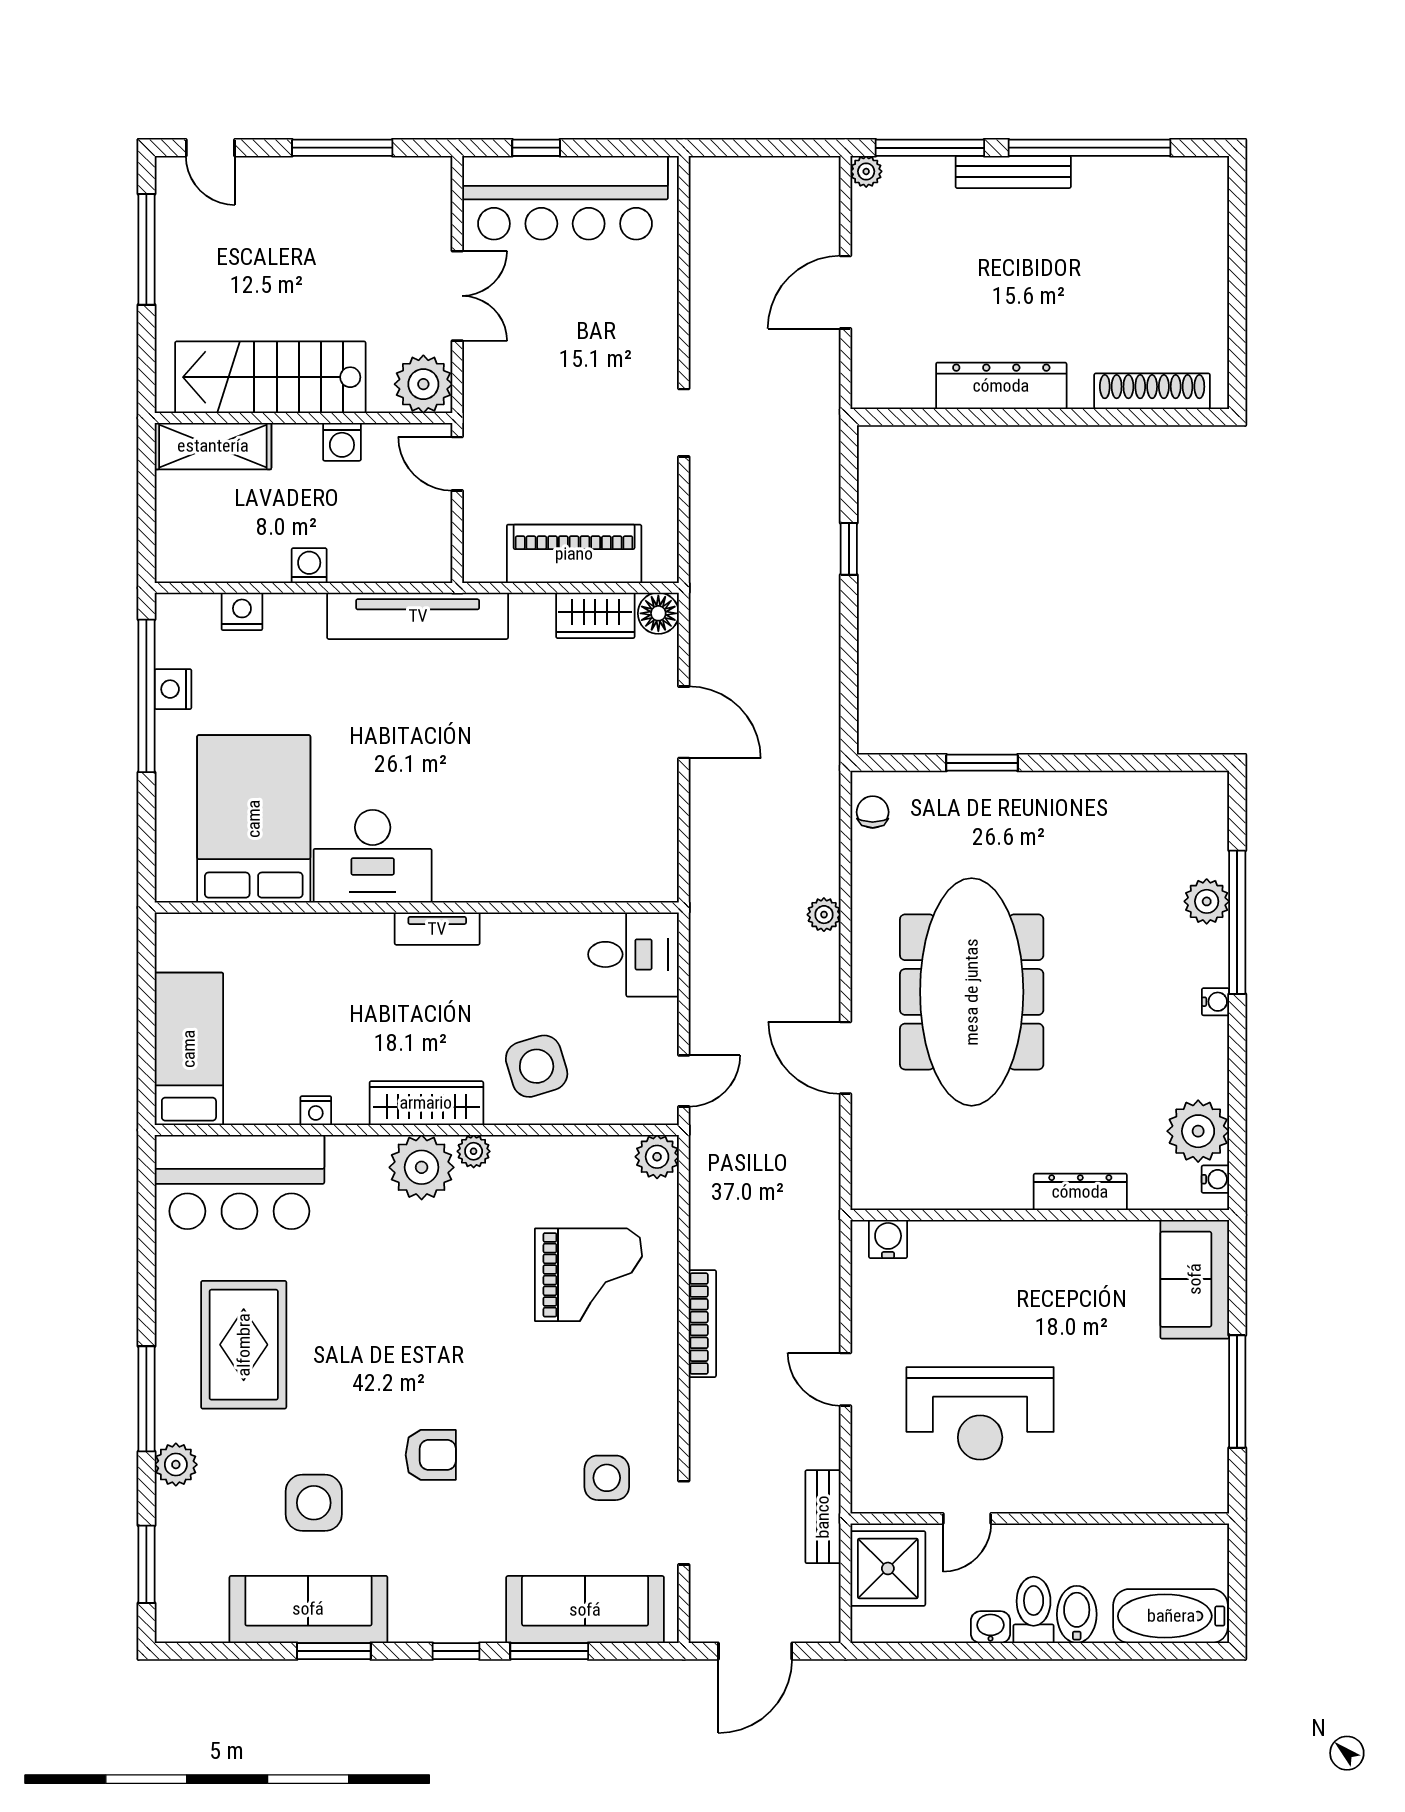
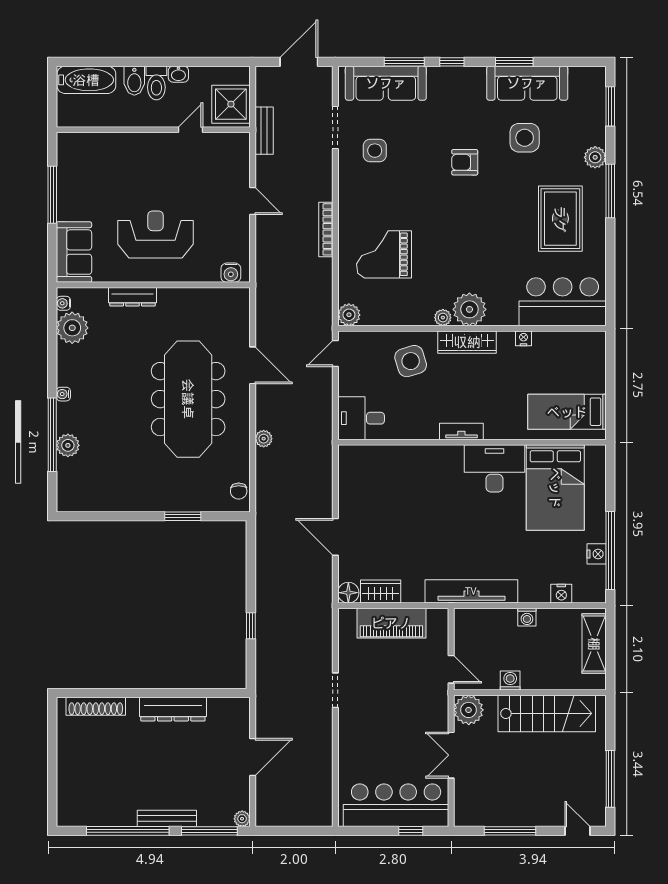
shelving: (213, 446) -> (594, 644), moved, turned 90
bed: (189, 1049) -> (567, 412), moved, turned 90
reception desk: (980, 1413) -> (156, 235), moved

